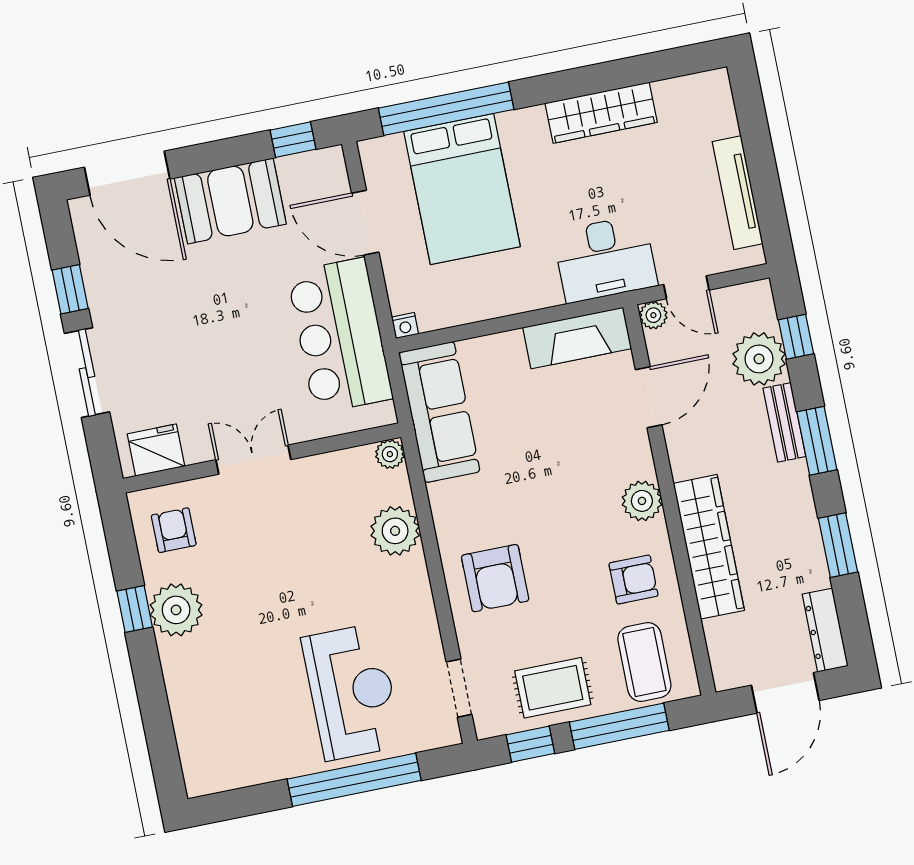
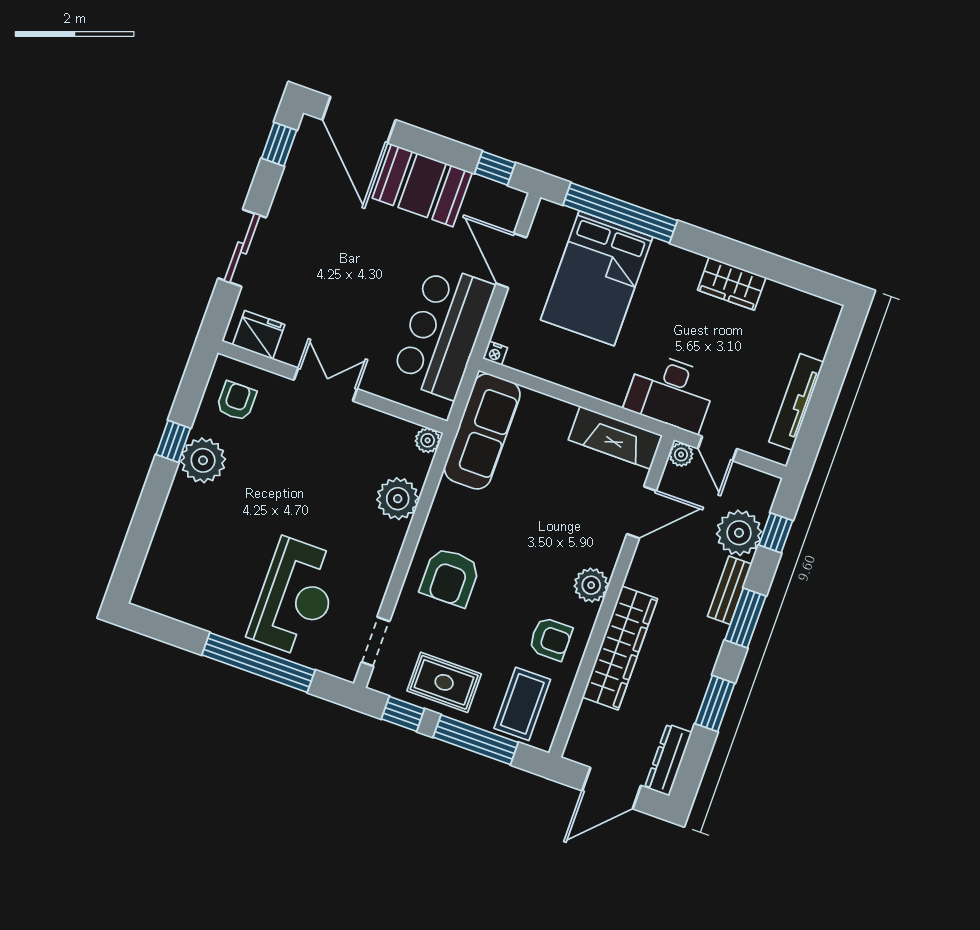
wardrobe: (601, 113) -> (732, 284), width x0.67
window: (70, 289) -> (279, 144), moved

